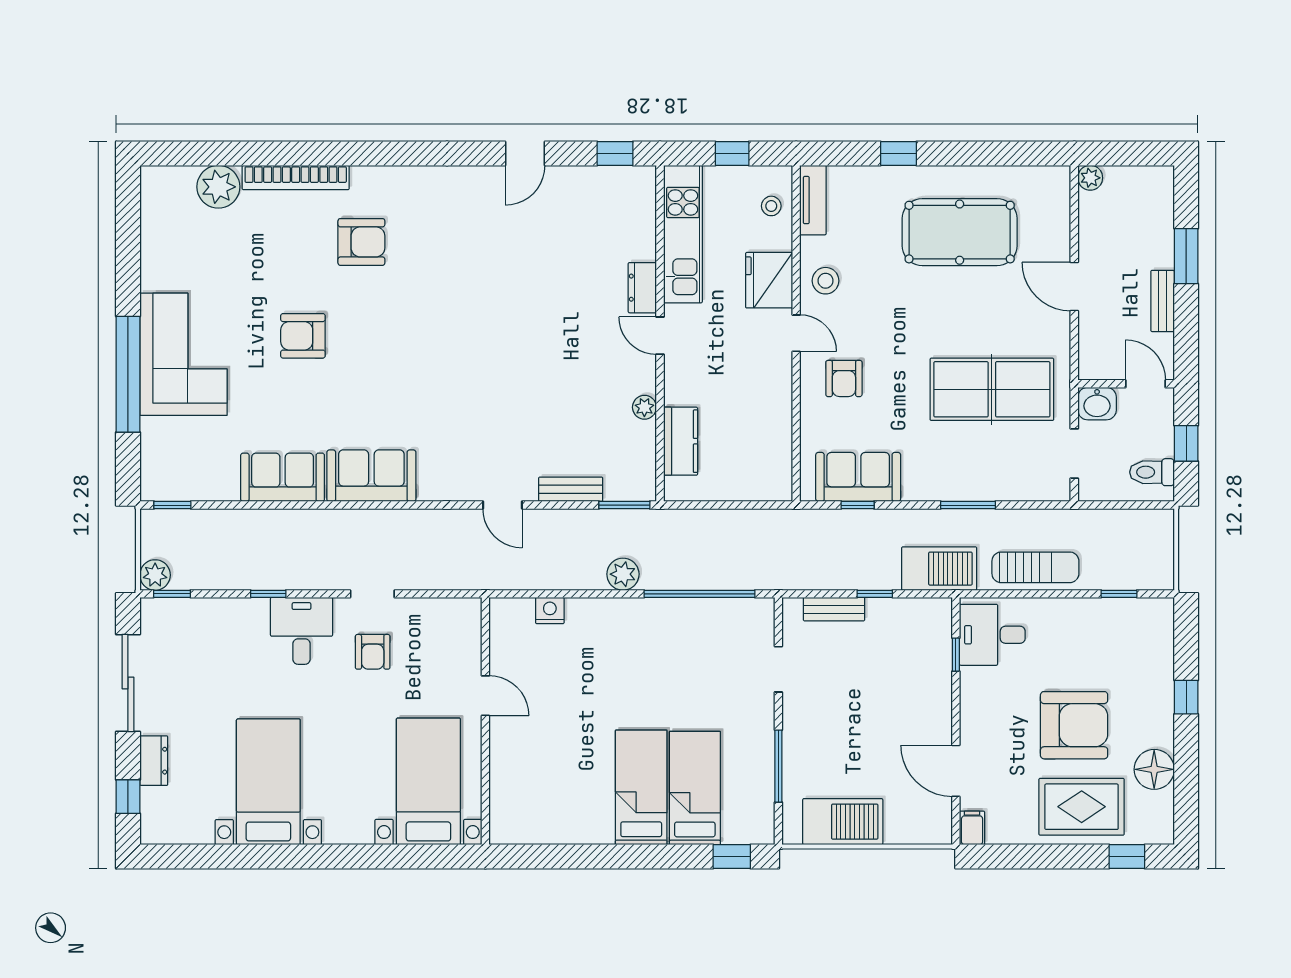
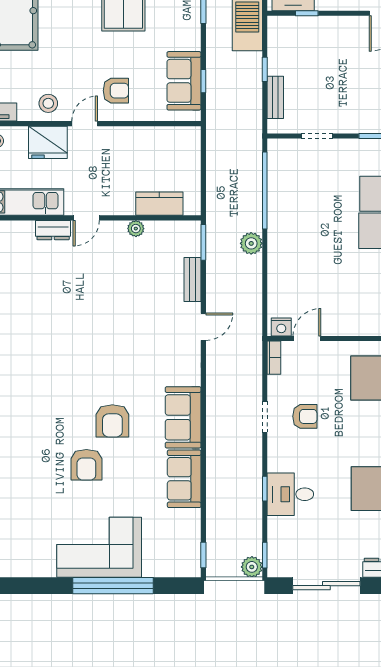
armchair: (361, 242) -> (112, 421), moved, turned 180
bookcase: (458, 607) -> (274, 358), added
nightstand: (550, 611) -> (281, 327), moved, turned -90
desk: (302, 631) -> (290, 494), moved
door: (485, 696) -> (307, 339), moved

